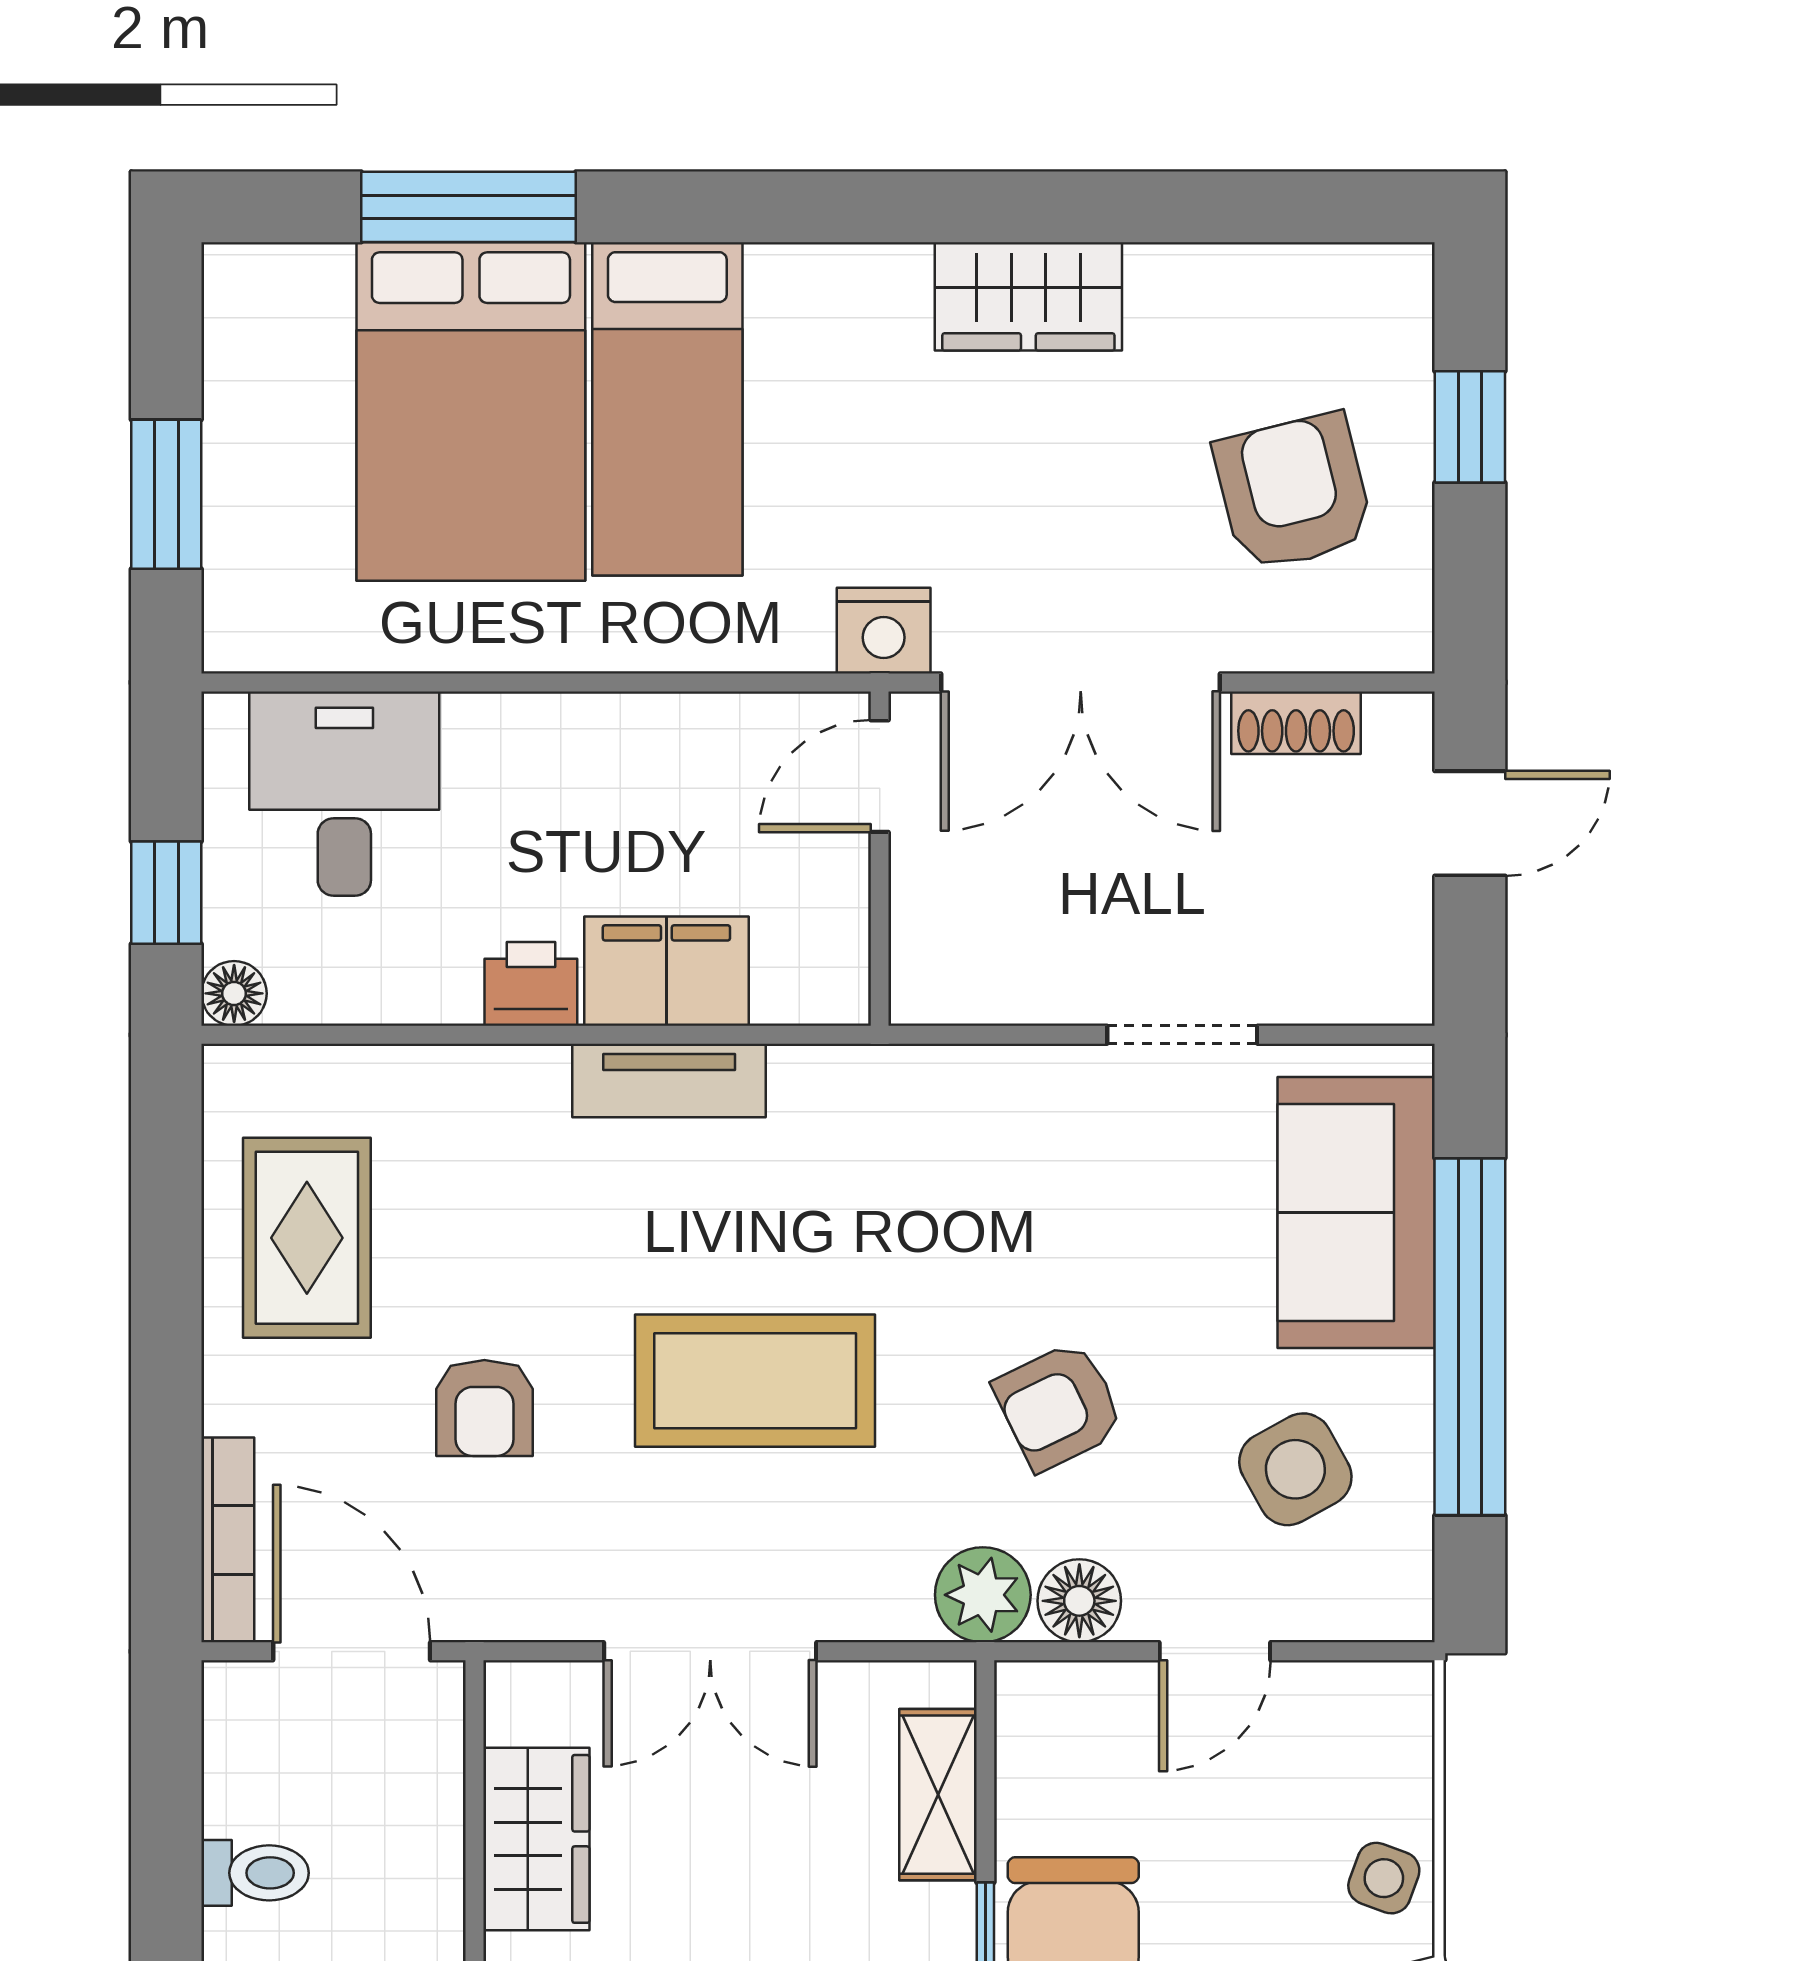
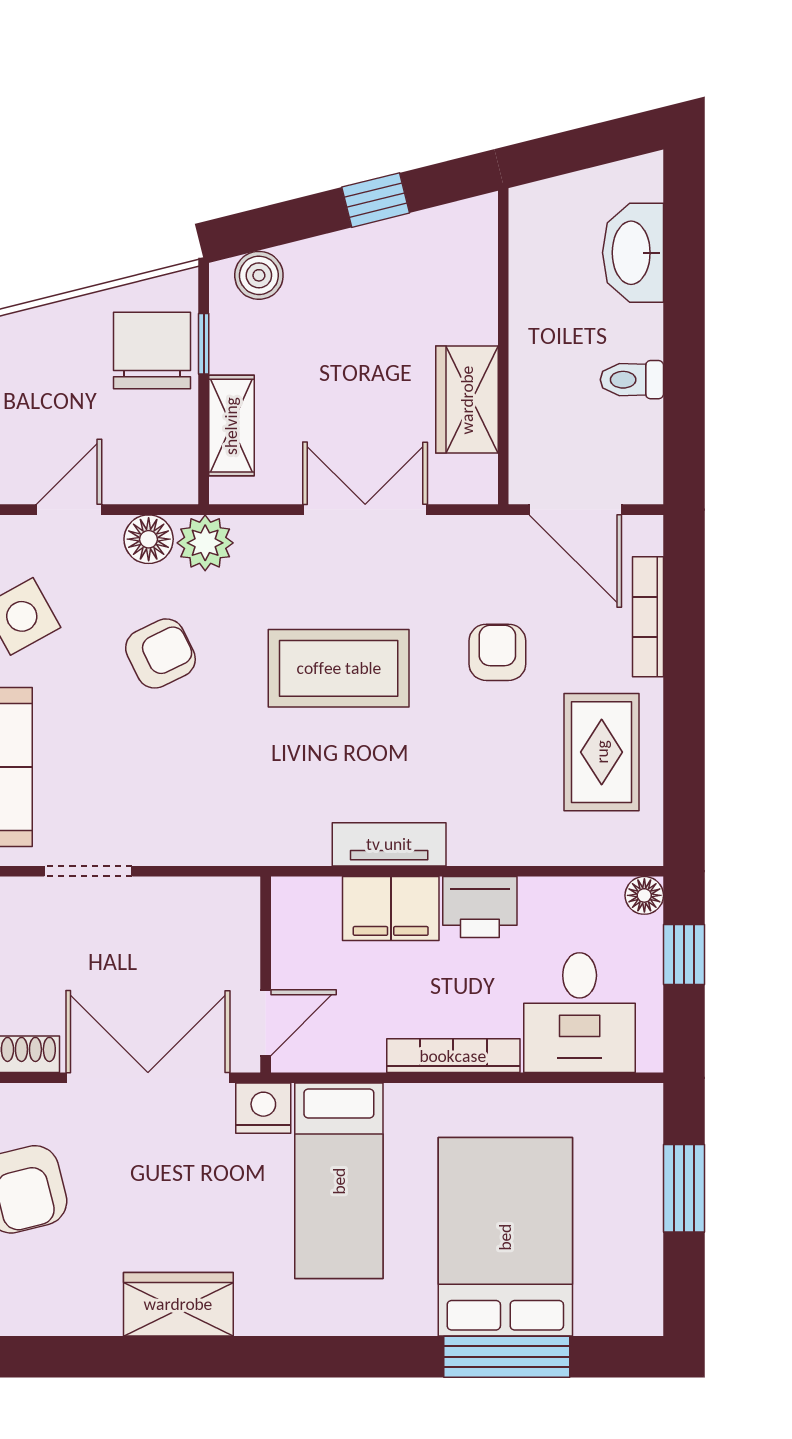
bed: (667, 409) -> (339, 1181), moved, turned 180
bookcase: (560, 720) -> (453, 1056), added
printer: (531, 984) -> (480, 907), width x1.36, depth x1.24
bookcase: (228, 1540) -> (648, 617), moved

